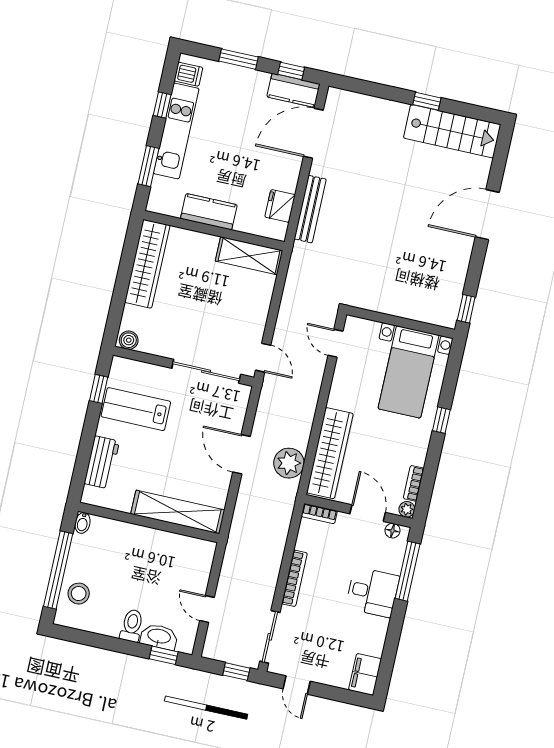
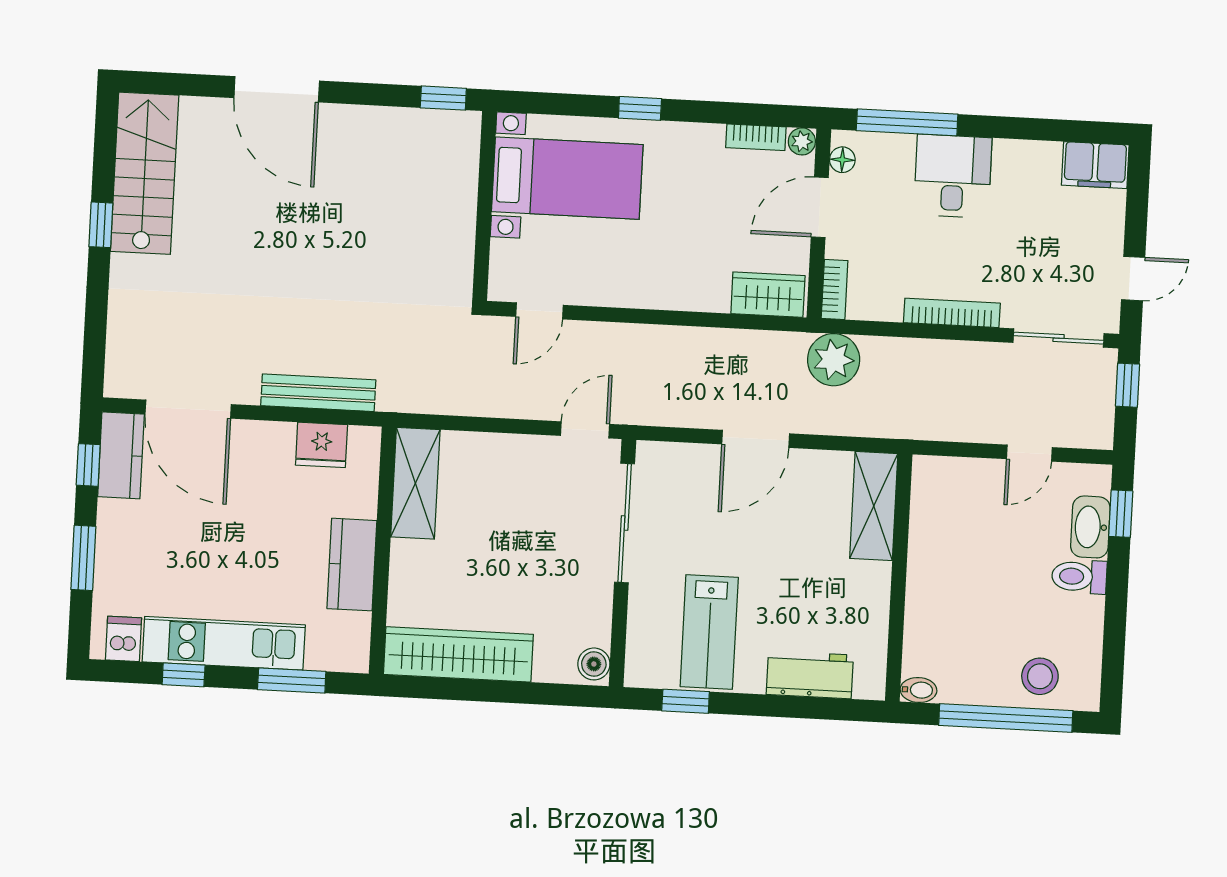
wardrobe: (330, 453) -> (768, 295), width x0.48, depth x0.85
plant: (289, 463) -> (834, 360), moved
shelving: (178, 512) -> (874, 506), width x0.68

